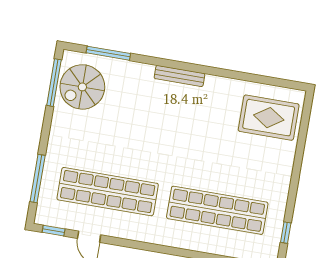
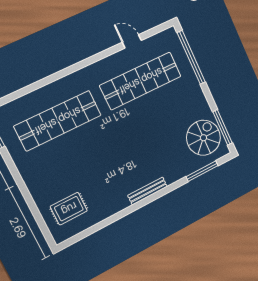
rug: (269, 118) -> (69, 209), width x0.73, depth x0.70
window: (38, 179) -> (191, 57), width x1.46
window: (54, 231) -> (158, 29), removed

